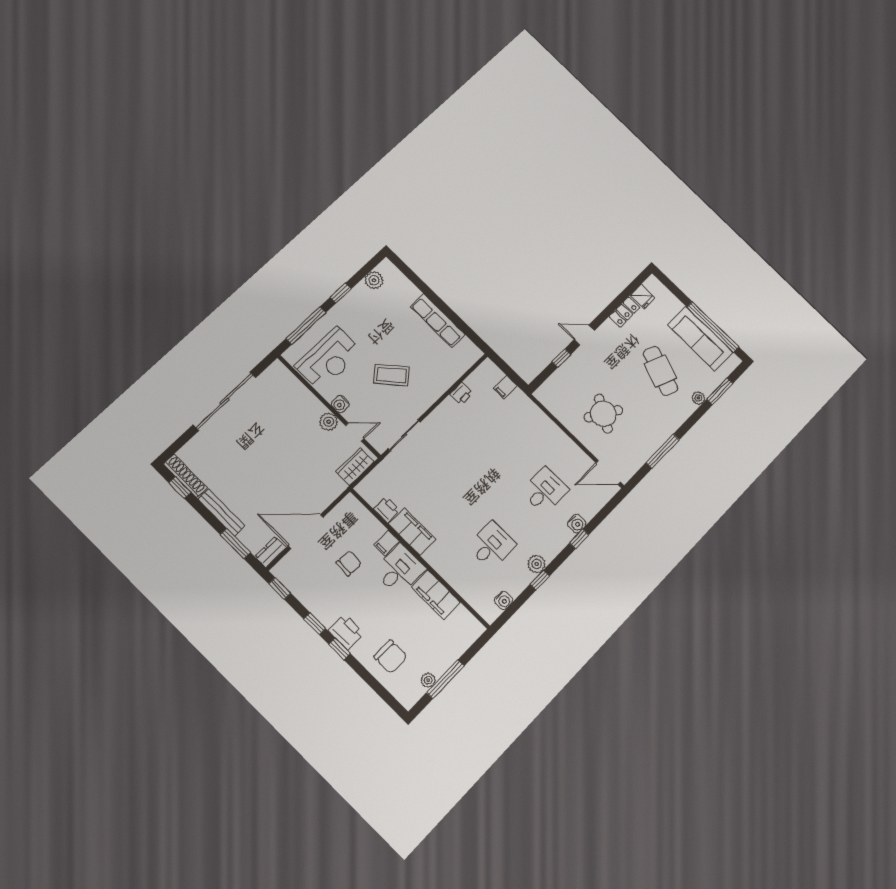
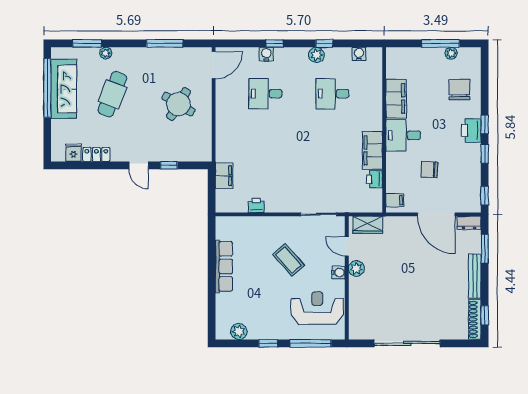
filing cabinet: (505, 387) -> (224, 176), width x2.00
door: (608, 472) -> (214, 65), hinge flipped
filing cabinet: (387, 543) -> (395, 200), moved

